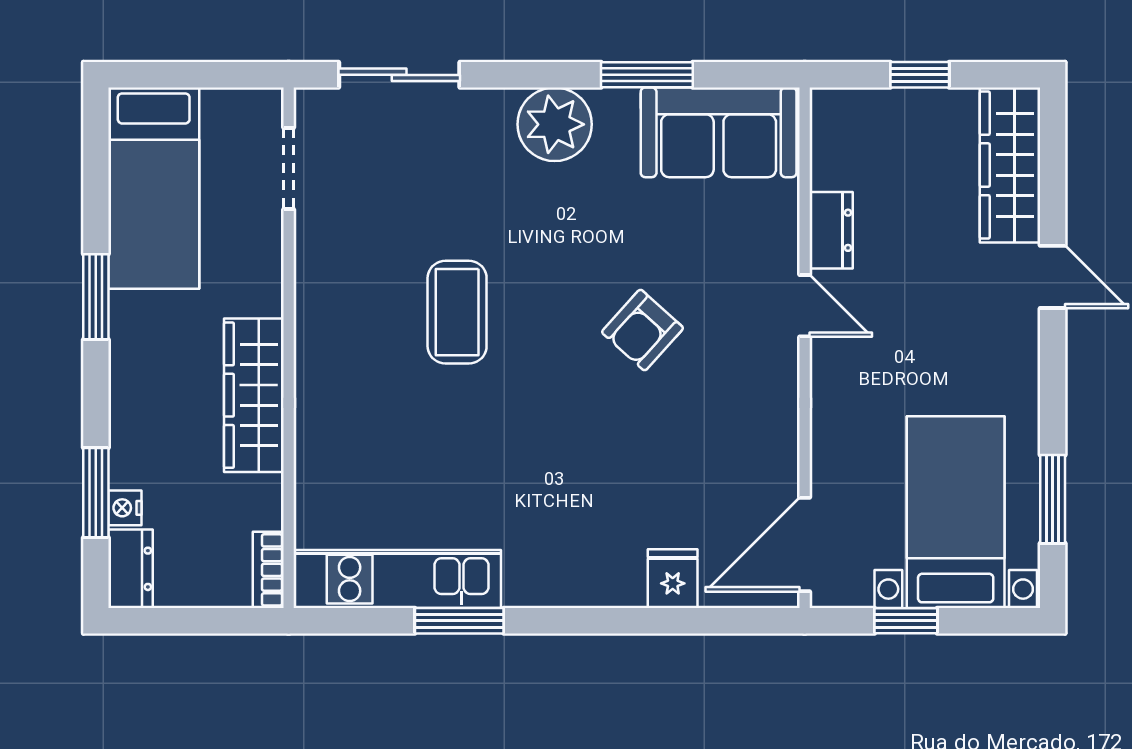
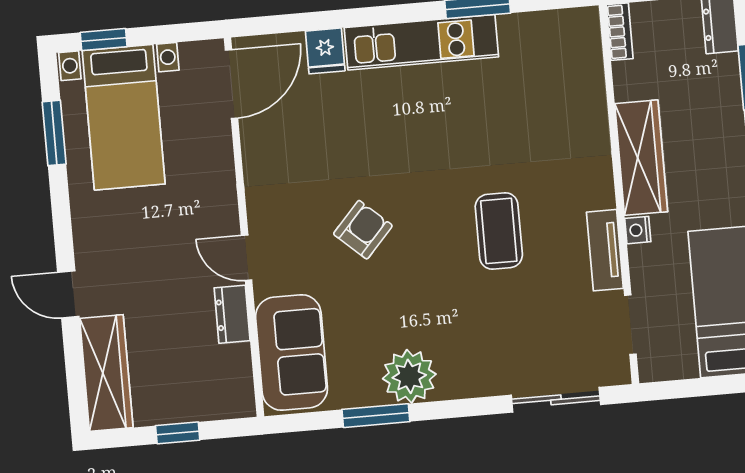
plant: (555, 124) -> (409, 376), moved
sofa: (719, 132) -> (292, 353), moved, turned 90
tv unit: (314, 273) -> (605, 250), added
nightstand: (125, 508) -> (638, 230), moved, turned 180
kitchen unit: (397, 579) -> (421, 42), moved
window: (906, 621) -> (104, 39), moved

